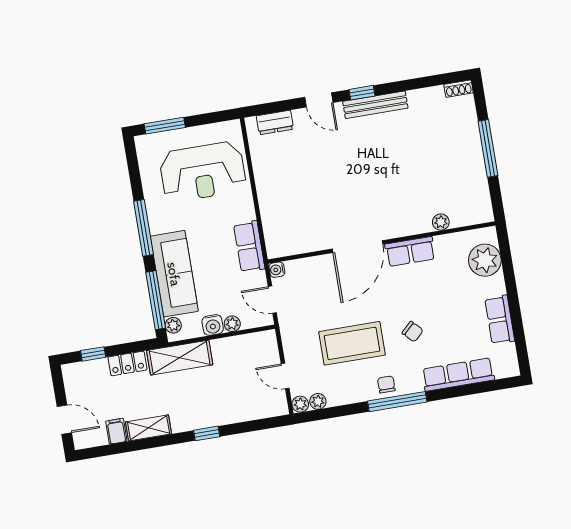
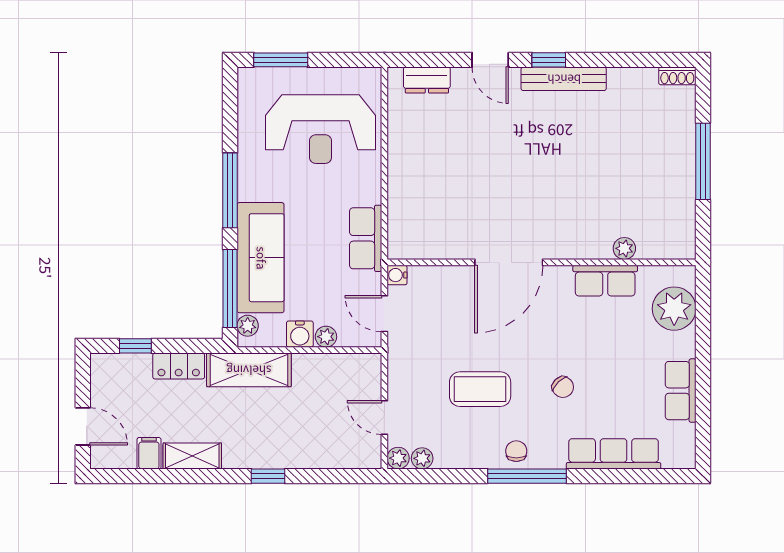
row of seats: (410, 252) -> (605, 281), moved
coffee table: (352, 343) -> (480, 389), width x0.73, depth x0.76

